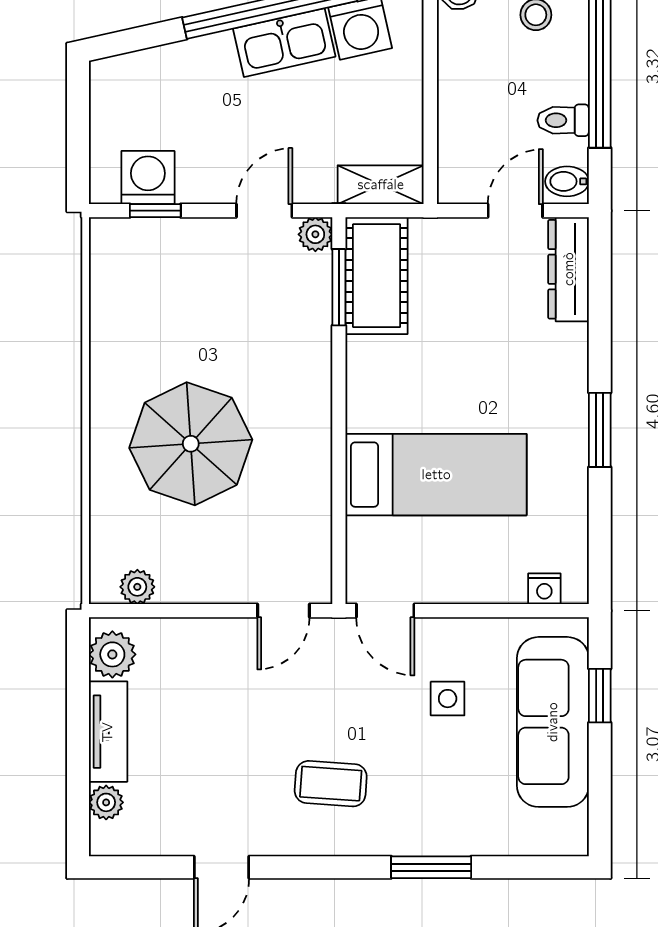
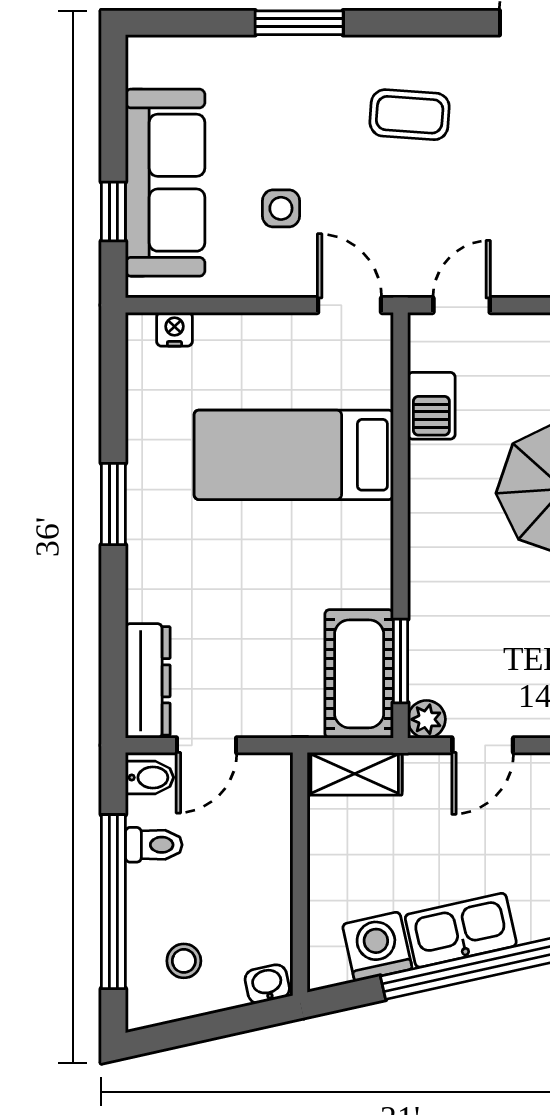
barbecue: (311, 519) -> (431, 406), added

